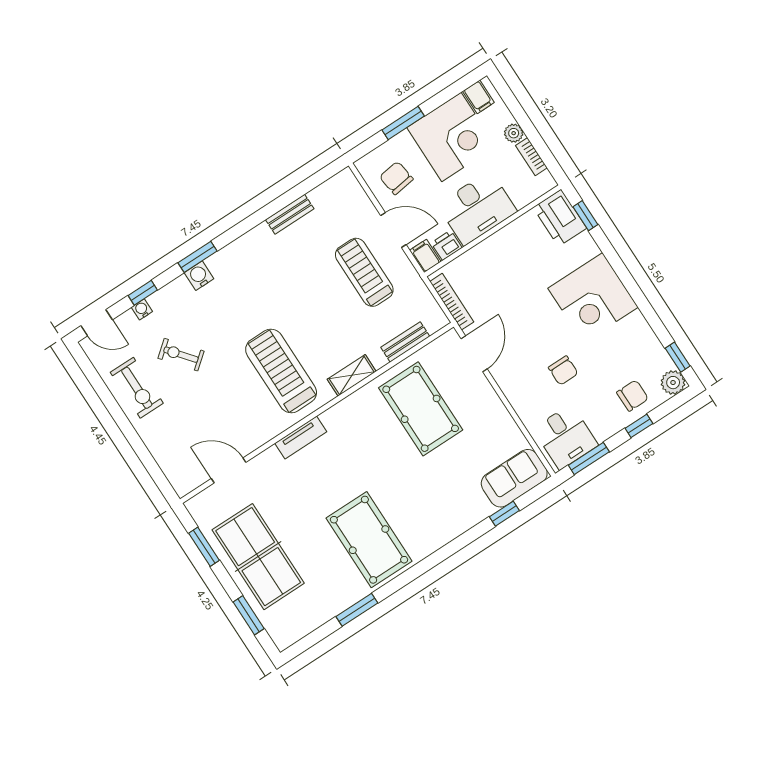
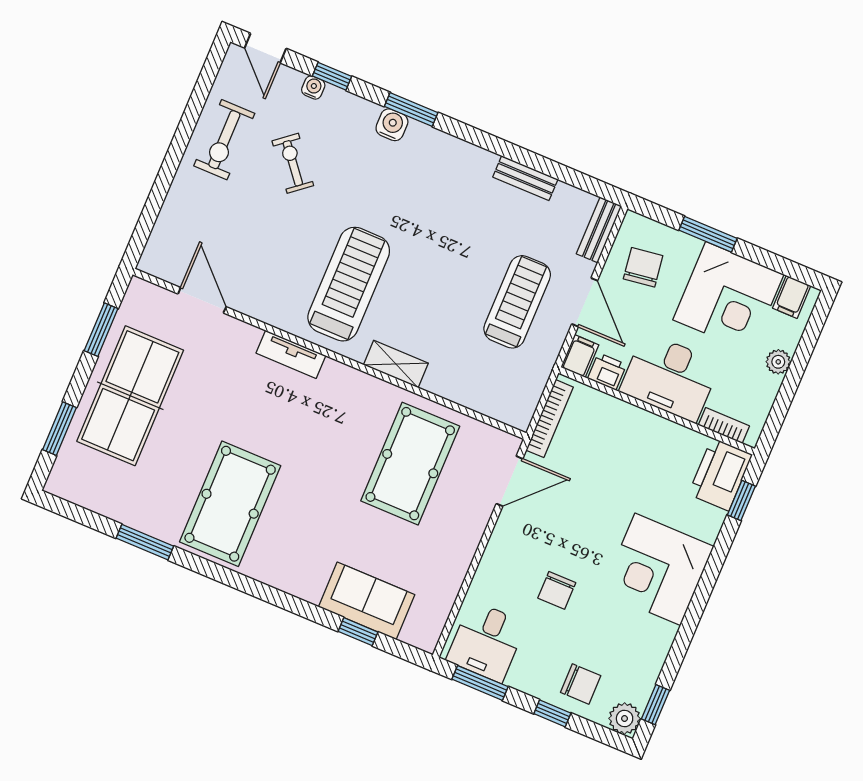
bookcase: (531, 157) -> (724, 426), moved, turned 90
bench: (405, 342) -> (599, 230), moved, turned 90
sofa: (514, 478) -> (367, 601), moved

